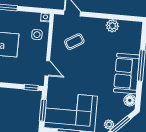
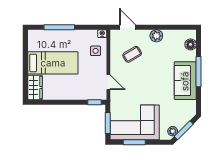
plant: (112, 26) -> (156, 36), moved
floor lamp: (130, 100) -> (191, 44), moved

